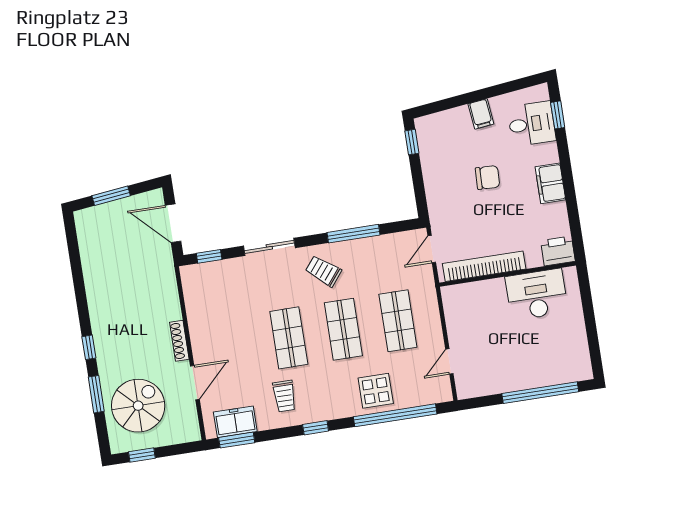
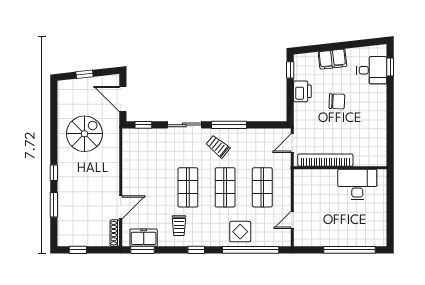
filing cabinet: (481, 114) -> (332, 59), width x2.00
filing cabinet: (550, 183) -> (378, 112), removed
window: (111, 196) -> (84, 74), width x0.67
window: (354, 234) -> (229, 125), moved
printer: (558, 251) -> (302, 91), moved, turned 90
shoe rack: (179, 341) -> (115, 233), moved
spiral stairs: (138, 406) -> (84, 134), moved

